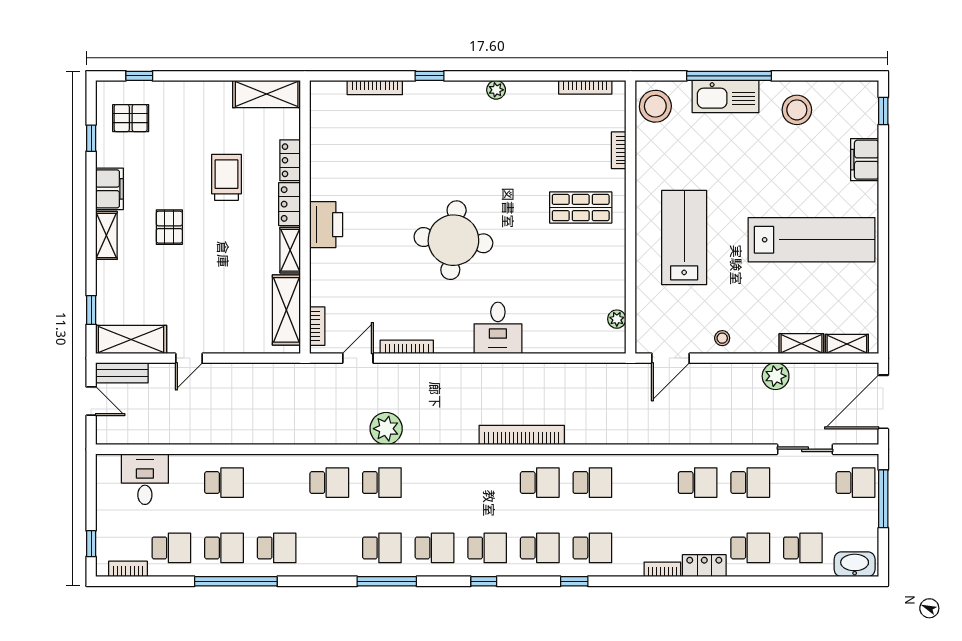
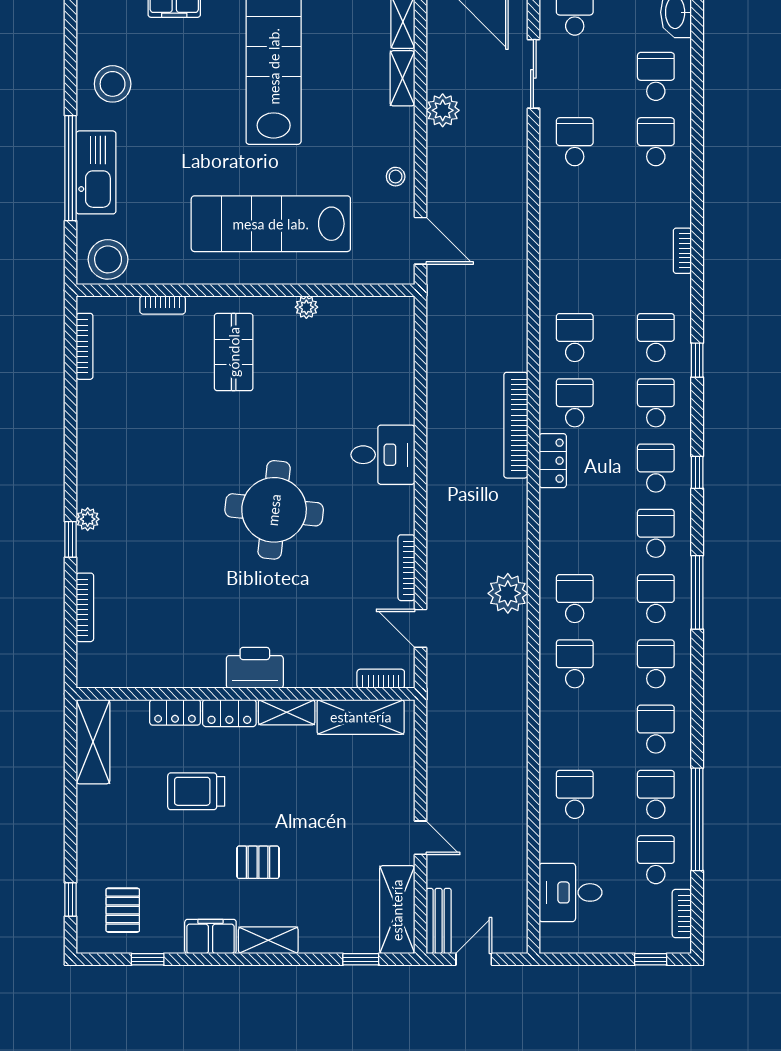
plant: (496, 90) -> (88, 519), moved
lab bench: (684, 238) -> (271, 224), width x1.36
plant: (617, 319) -> (306, 307), moved
school desk: (698, 483) -> (656, 664), moved
locker: (704, 566) -> (553, 461), moved, turned 180
window: (236, 581) -> (697, 819), moved

